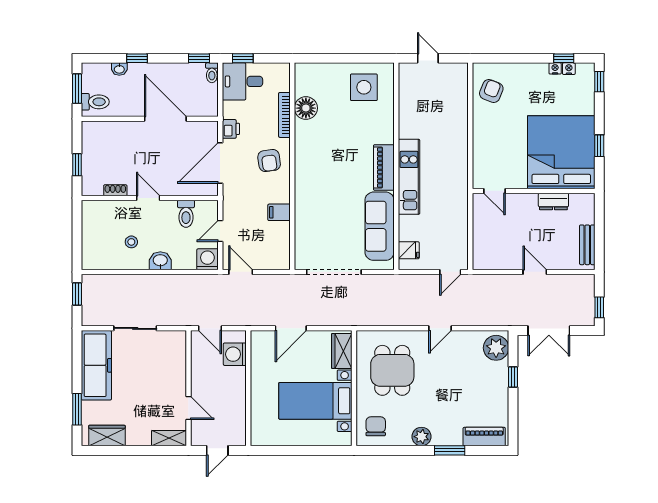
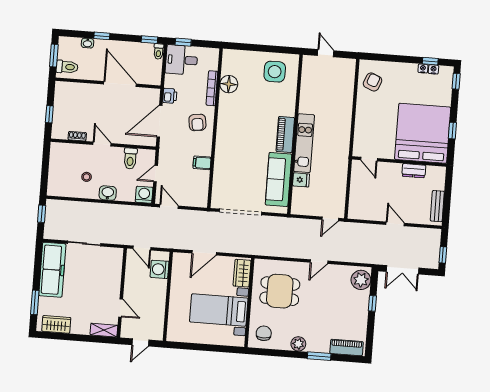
fridge: (409, 250) -> (301, 180), moved
dining table: (392, 370) -> (280, 291), turned 90

